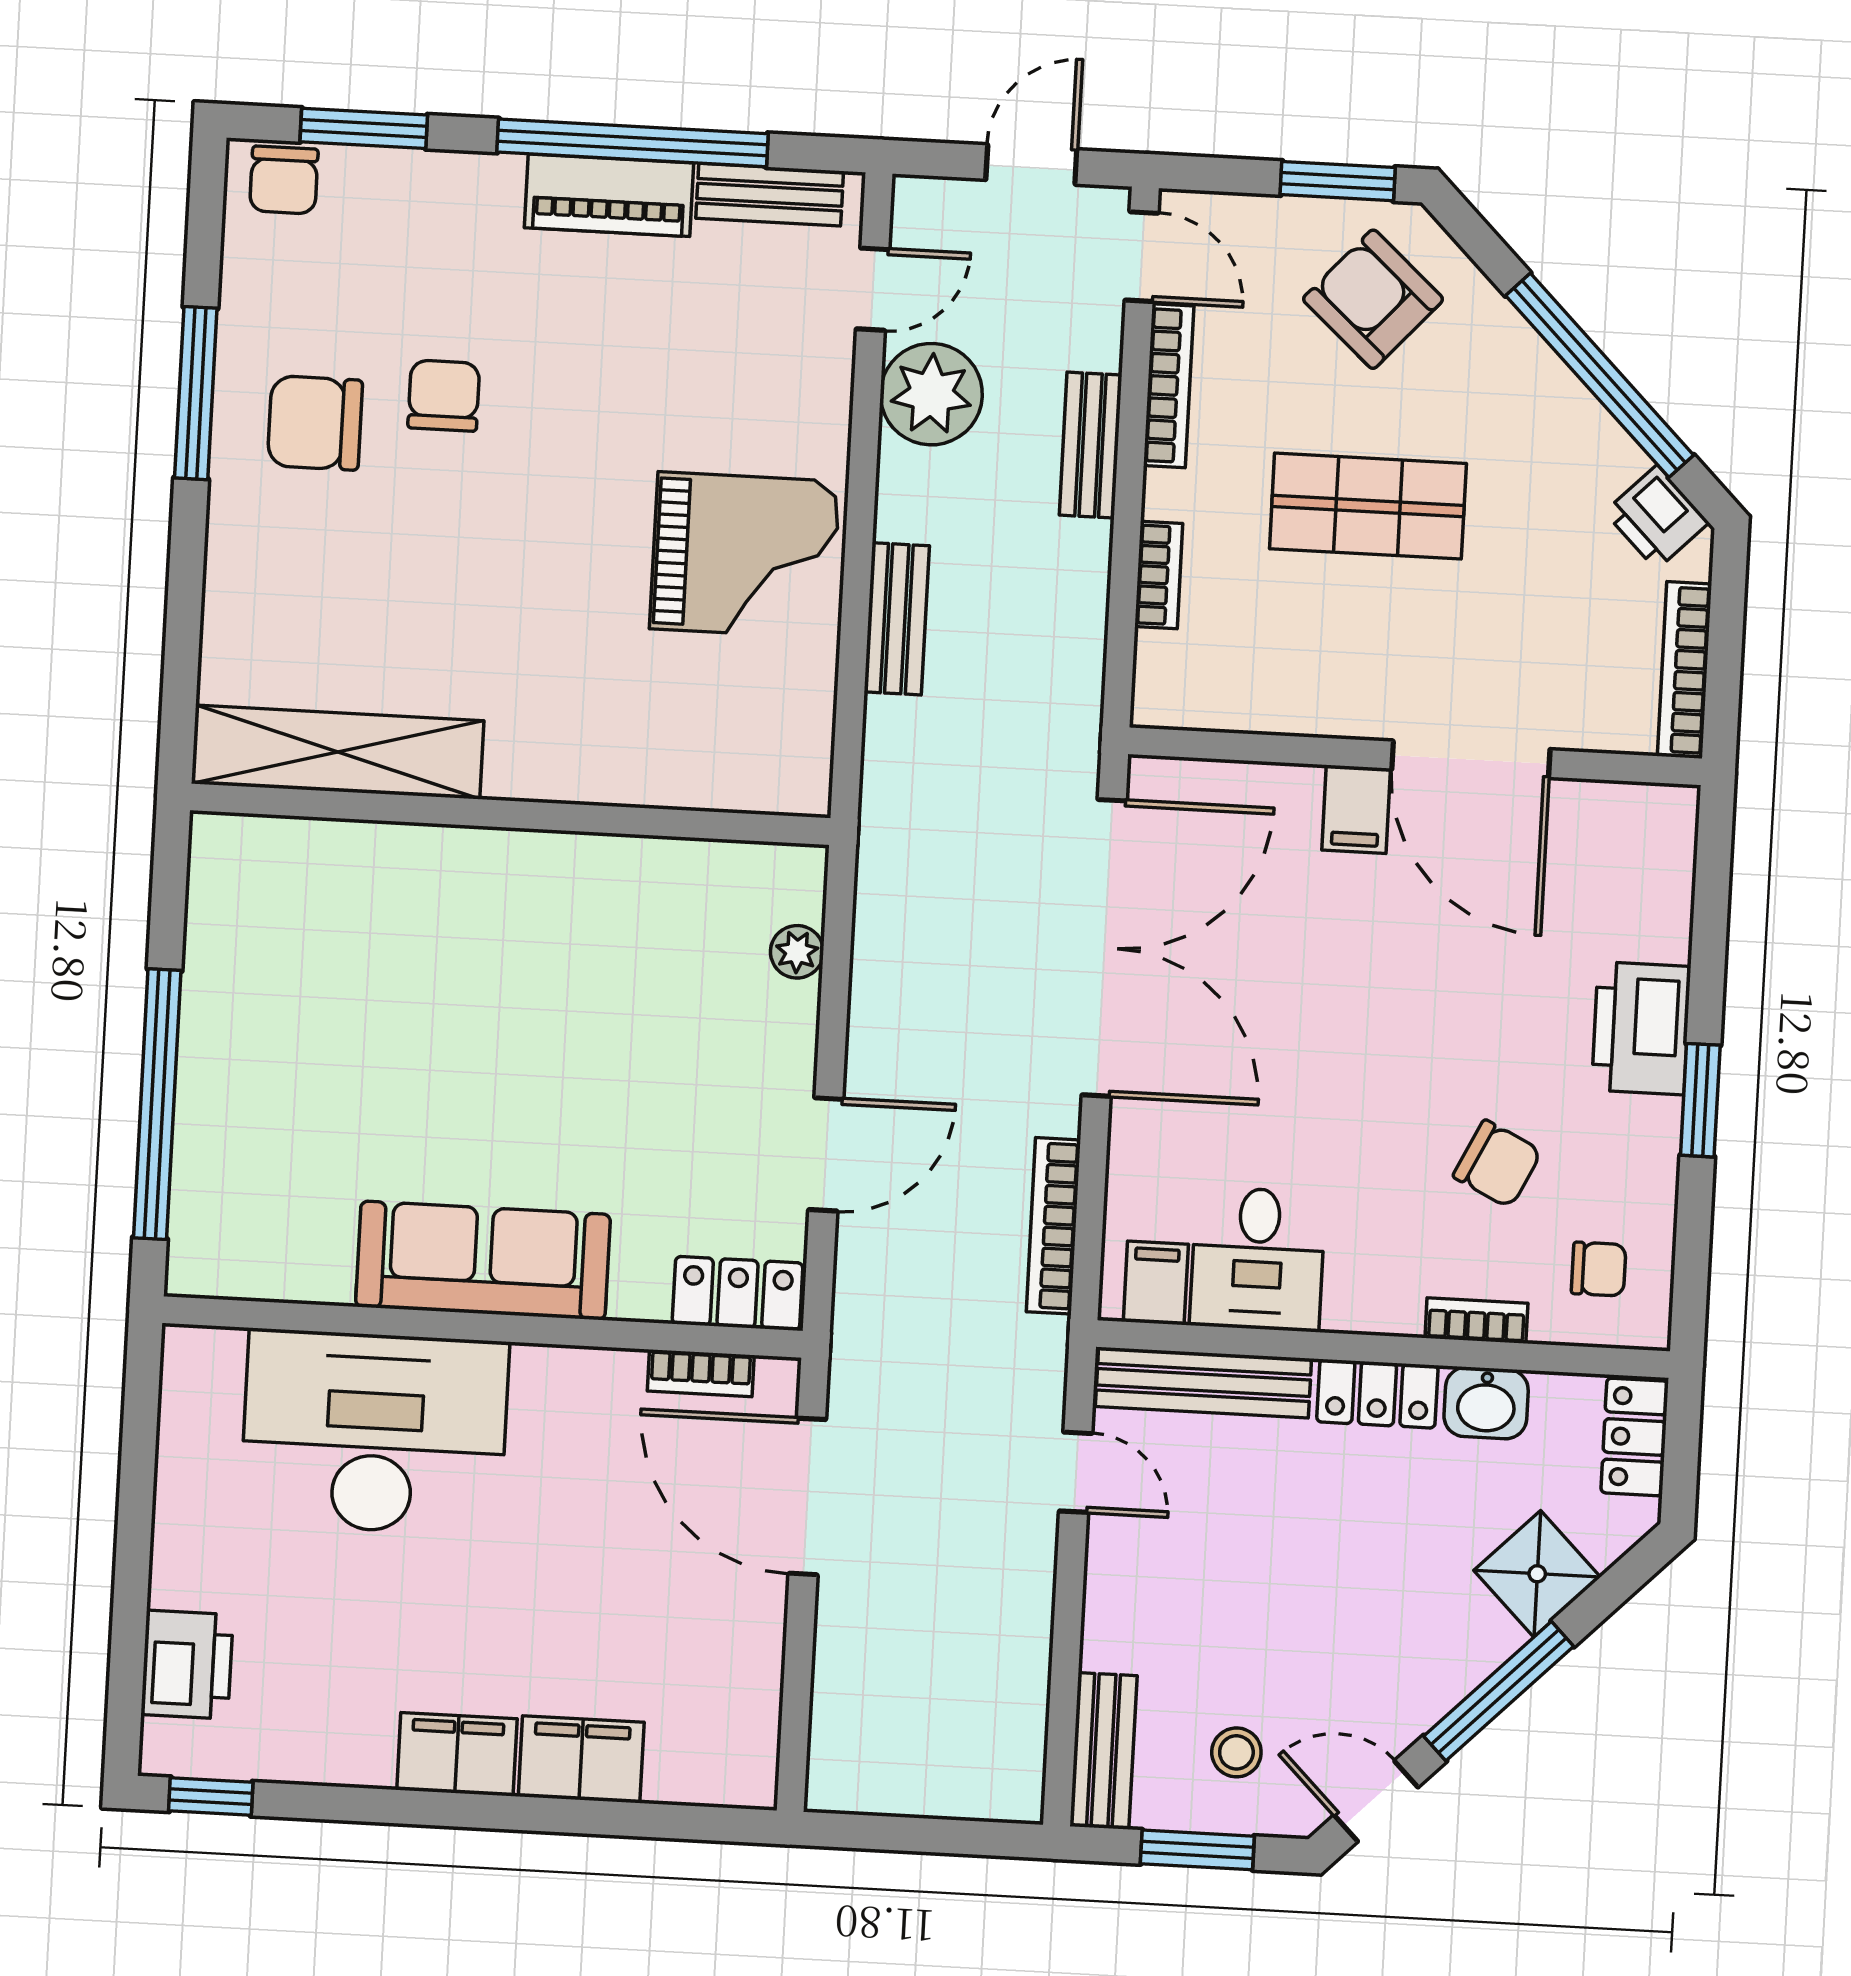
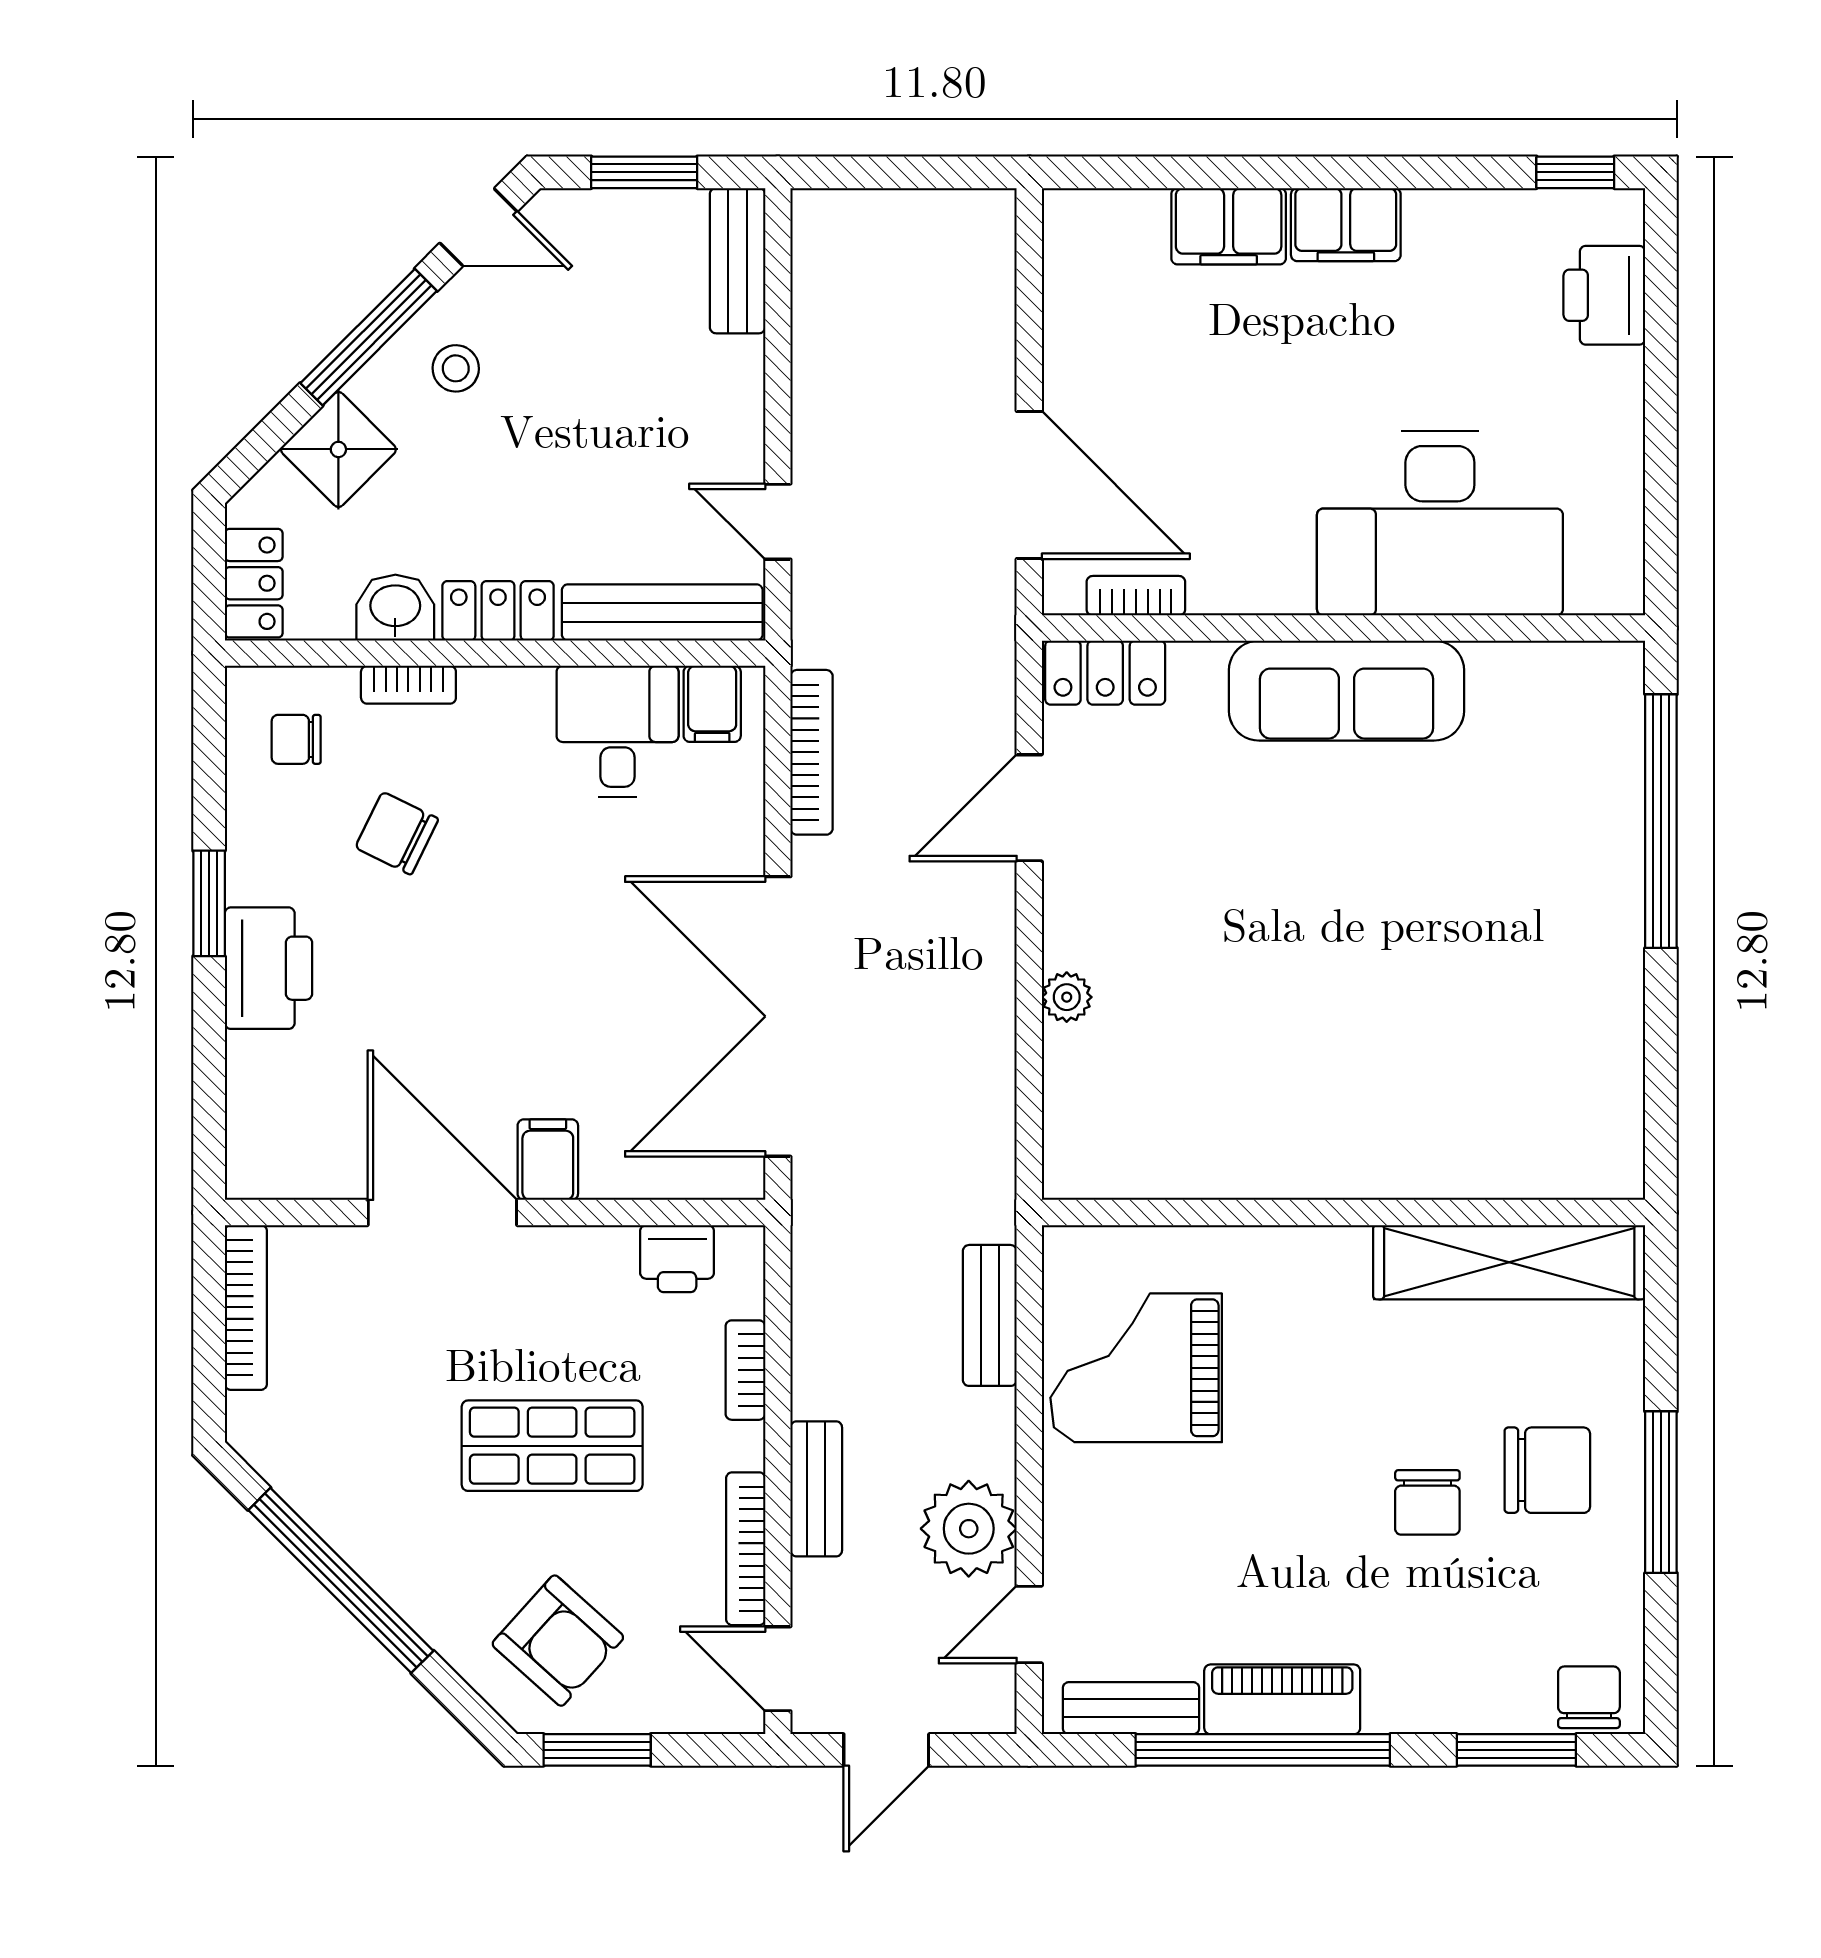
printer: (1657, 517) -> (677, 1259), moved, turned 135
shelving: (338, 752) -> (1509, 1262), moved
wall: (510, 814) -> (1344, 1213), moved
stool: (1236, 1752) -> (456, 368), moved

